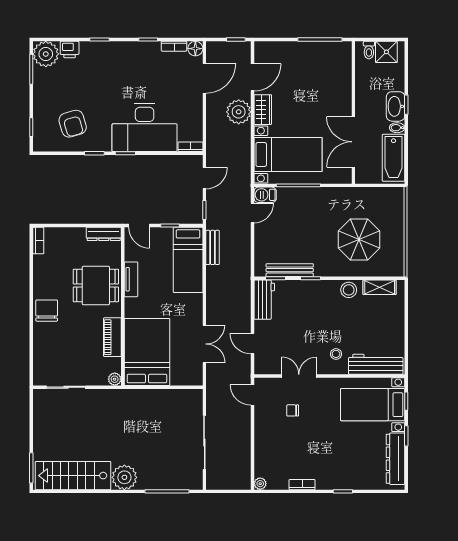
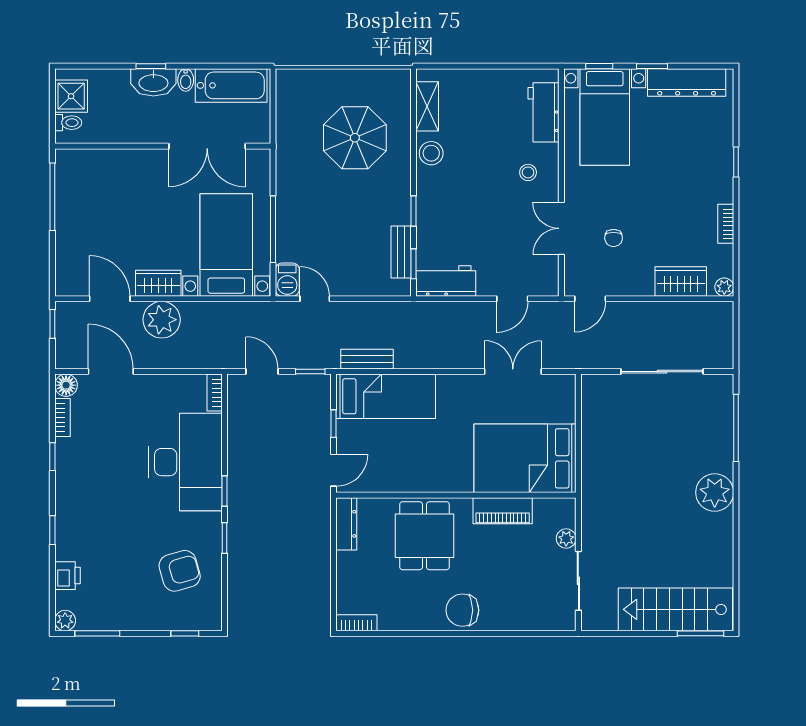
plant: (46, 54) -> (65, 621), width x0.53, depth x0.53
bench: (290, 270) -> (401, 252), width x0.73
tv unit: (131, 279) -> (415, 483), removed
workbench: (376, 364) -> (544, 112), width x0.73
plant: (115, 379) -> (566, 538), moved
wardrobe: (264, 455) -> (681, 282), added
stairs: (73, 476) -> (675, 609), moved, turned 90

